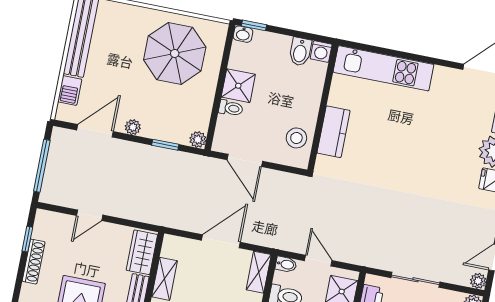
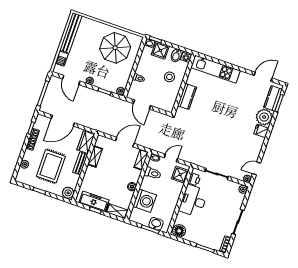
shower: (238, 86) -> (160, 50), moved
door: (95, 131) -> (71, 80), swing flipped
stool: (296, 138) -> (169, 77), moved
door: (90, 215) -> (63, 121), width x1.88
door: (318, 261) -> (171, 158), hinge flipped

